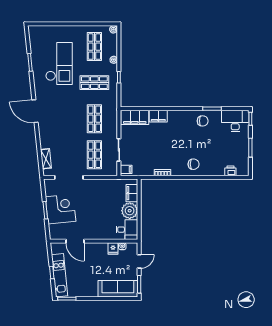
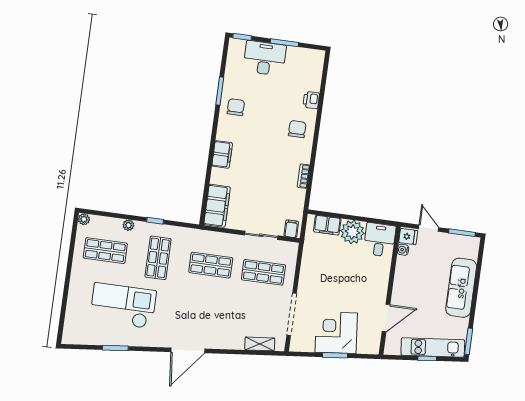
filing cabinet: (158, 116) -> (222, 154), moved
desk: (235, 121) -> (265, 58), moved, turned 90
printer: (230, 171) -> (311, 100), moved
fridge: (113, 248) -> (408, 237), moved
sofa: (118, 289) -> (461, 288), moved

